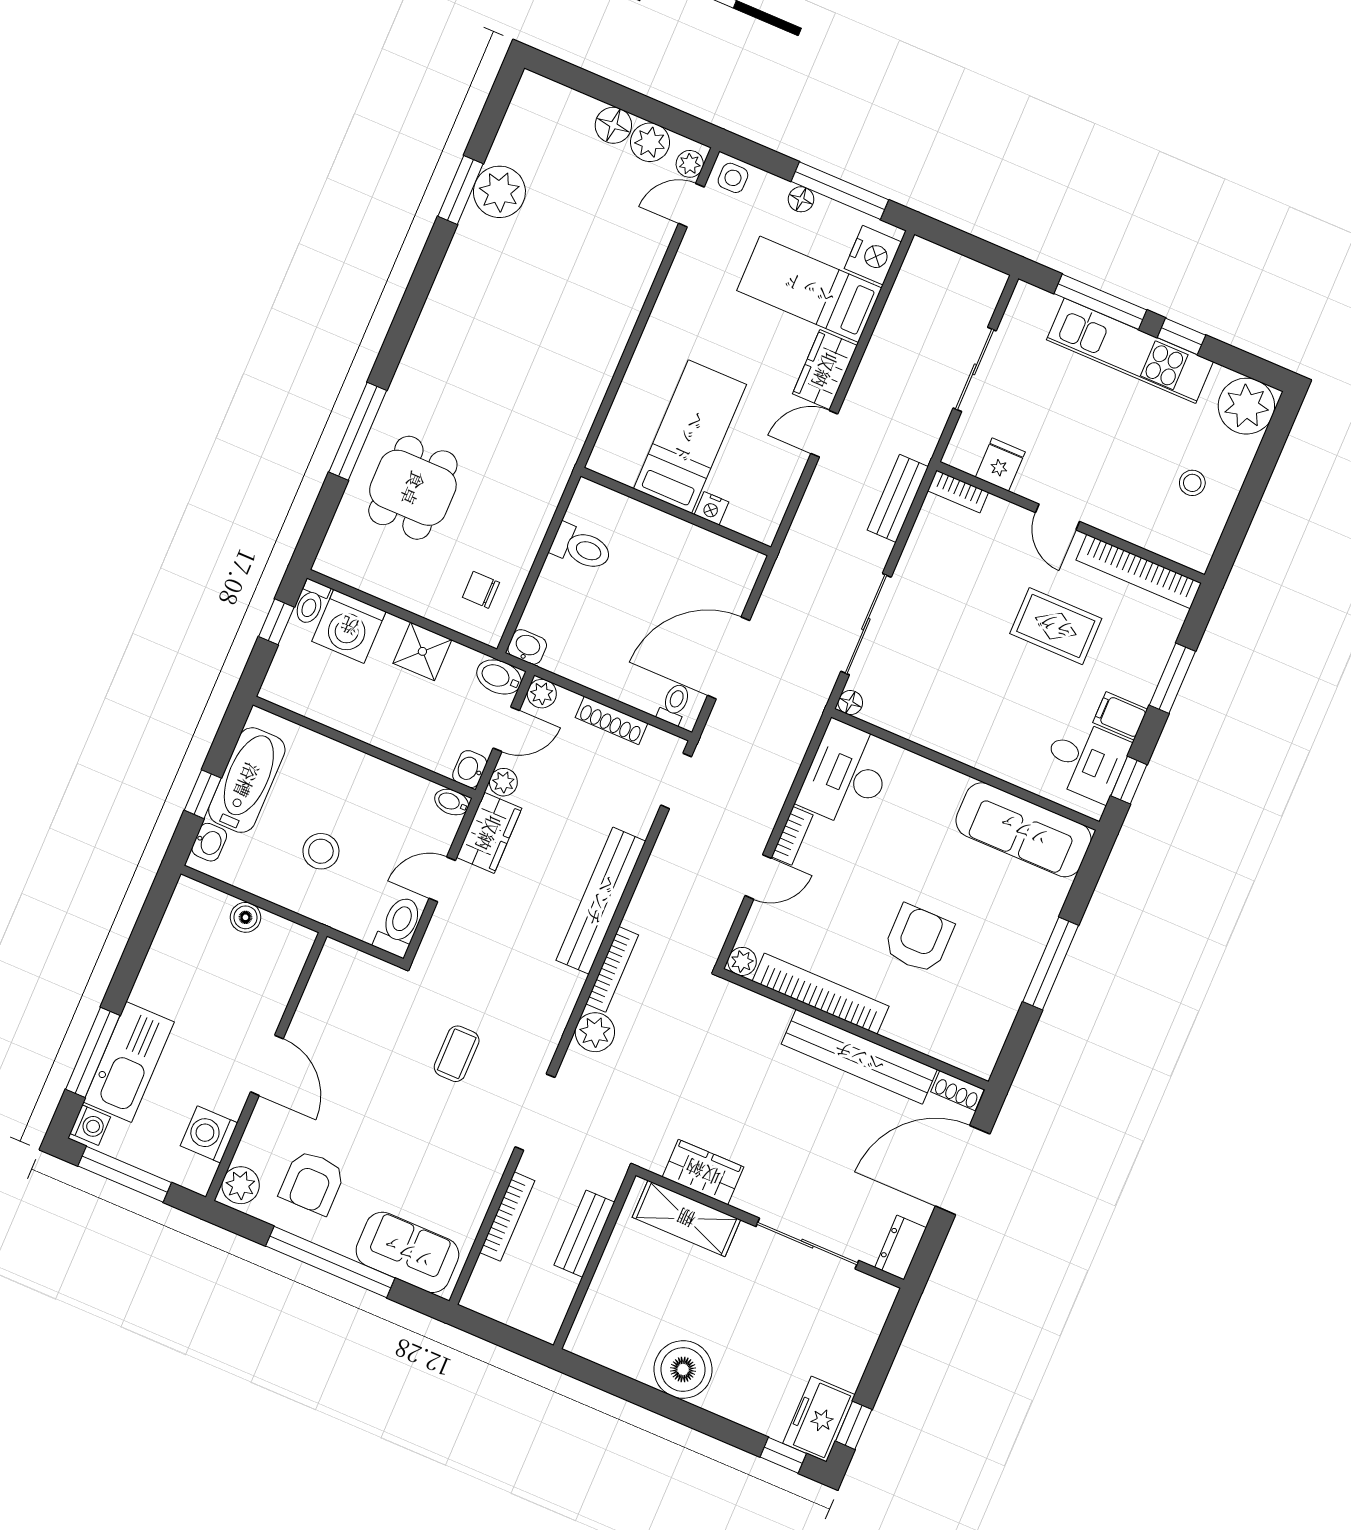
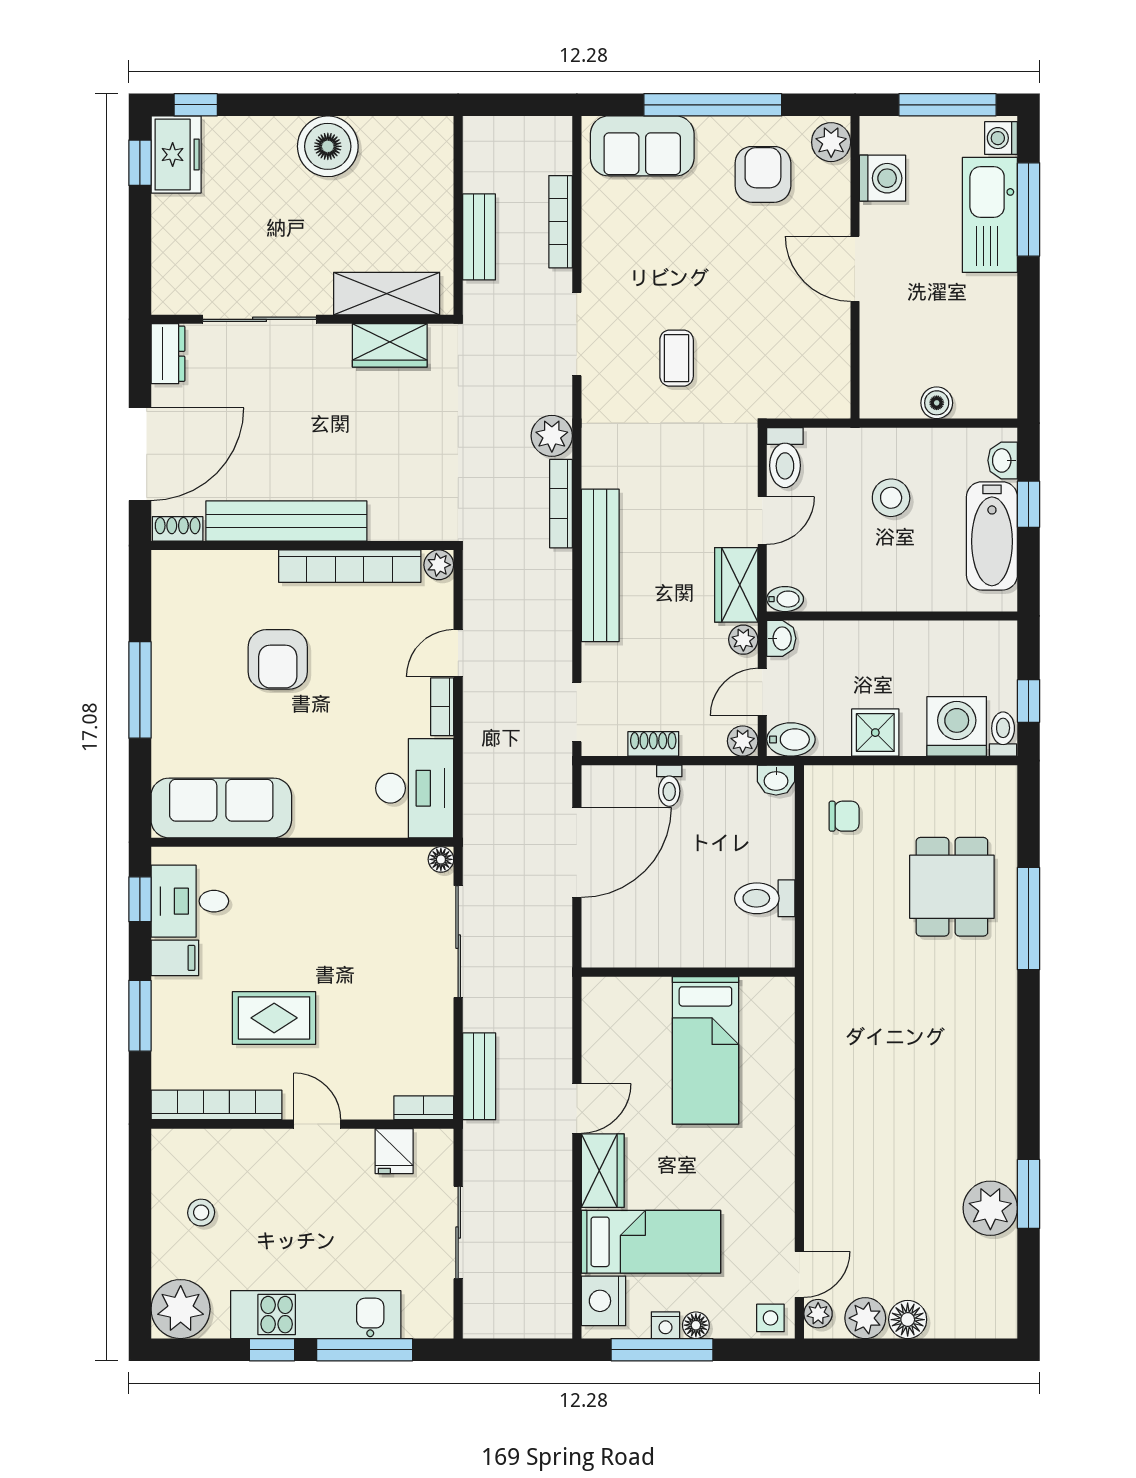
nightstand: (711, 508) -> (665, 1325), moved, turned 180
toilet: (674, 704) -> (669, 786), moved
shoe rack: (612, 720) -> (653, 744), width x0.70

